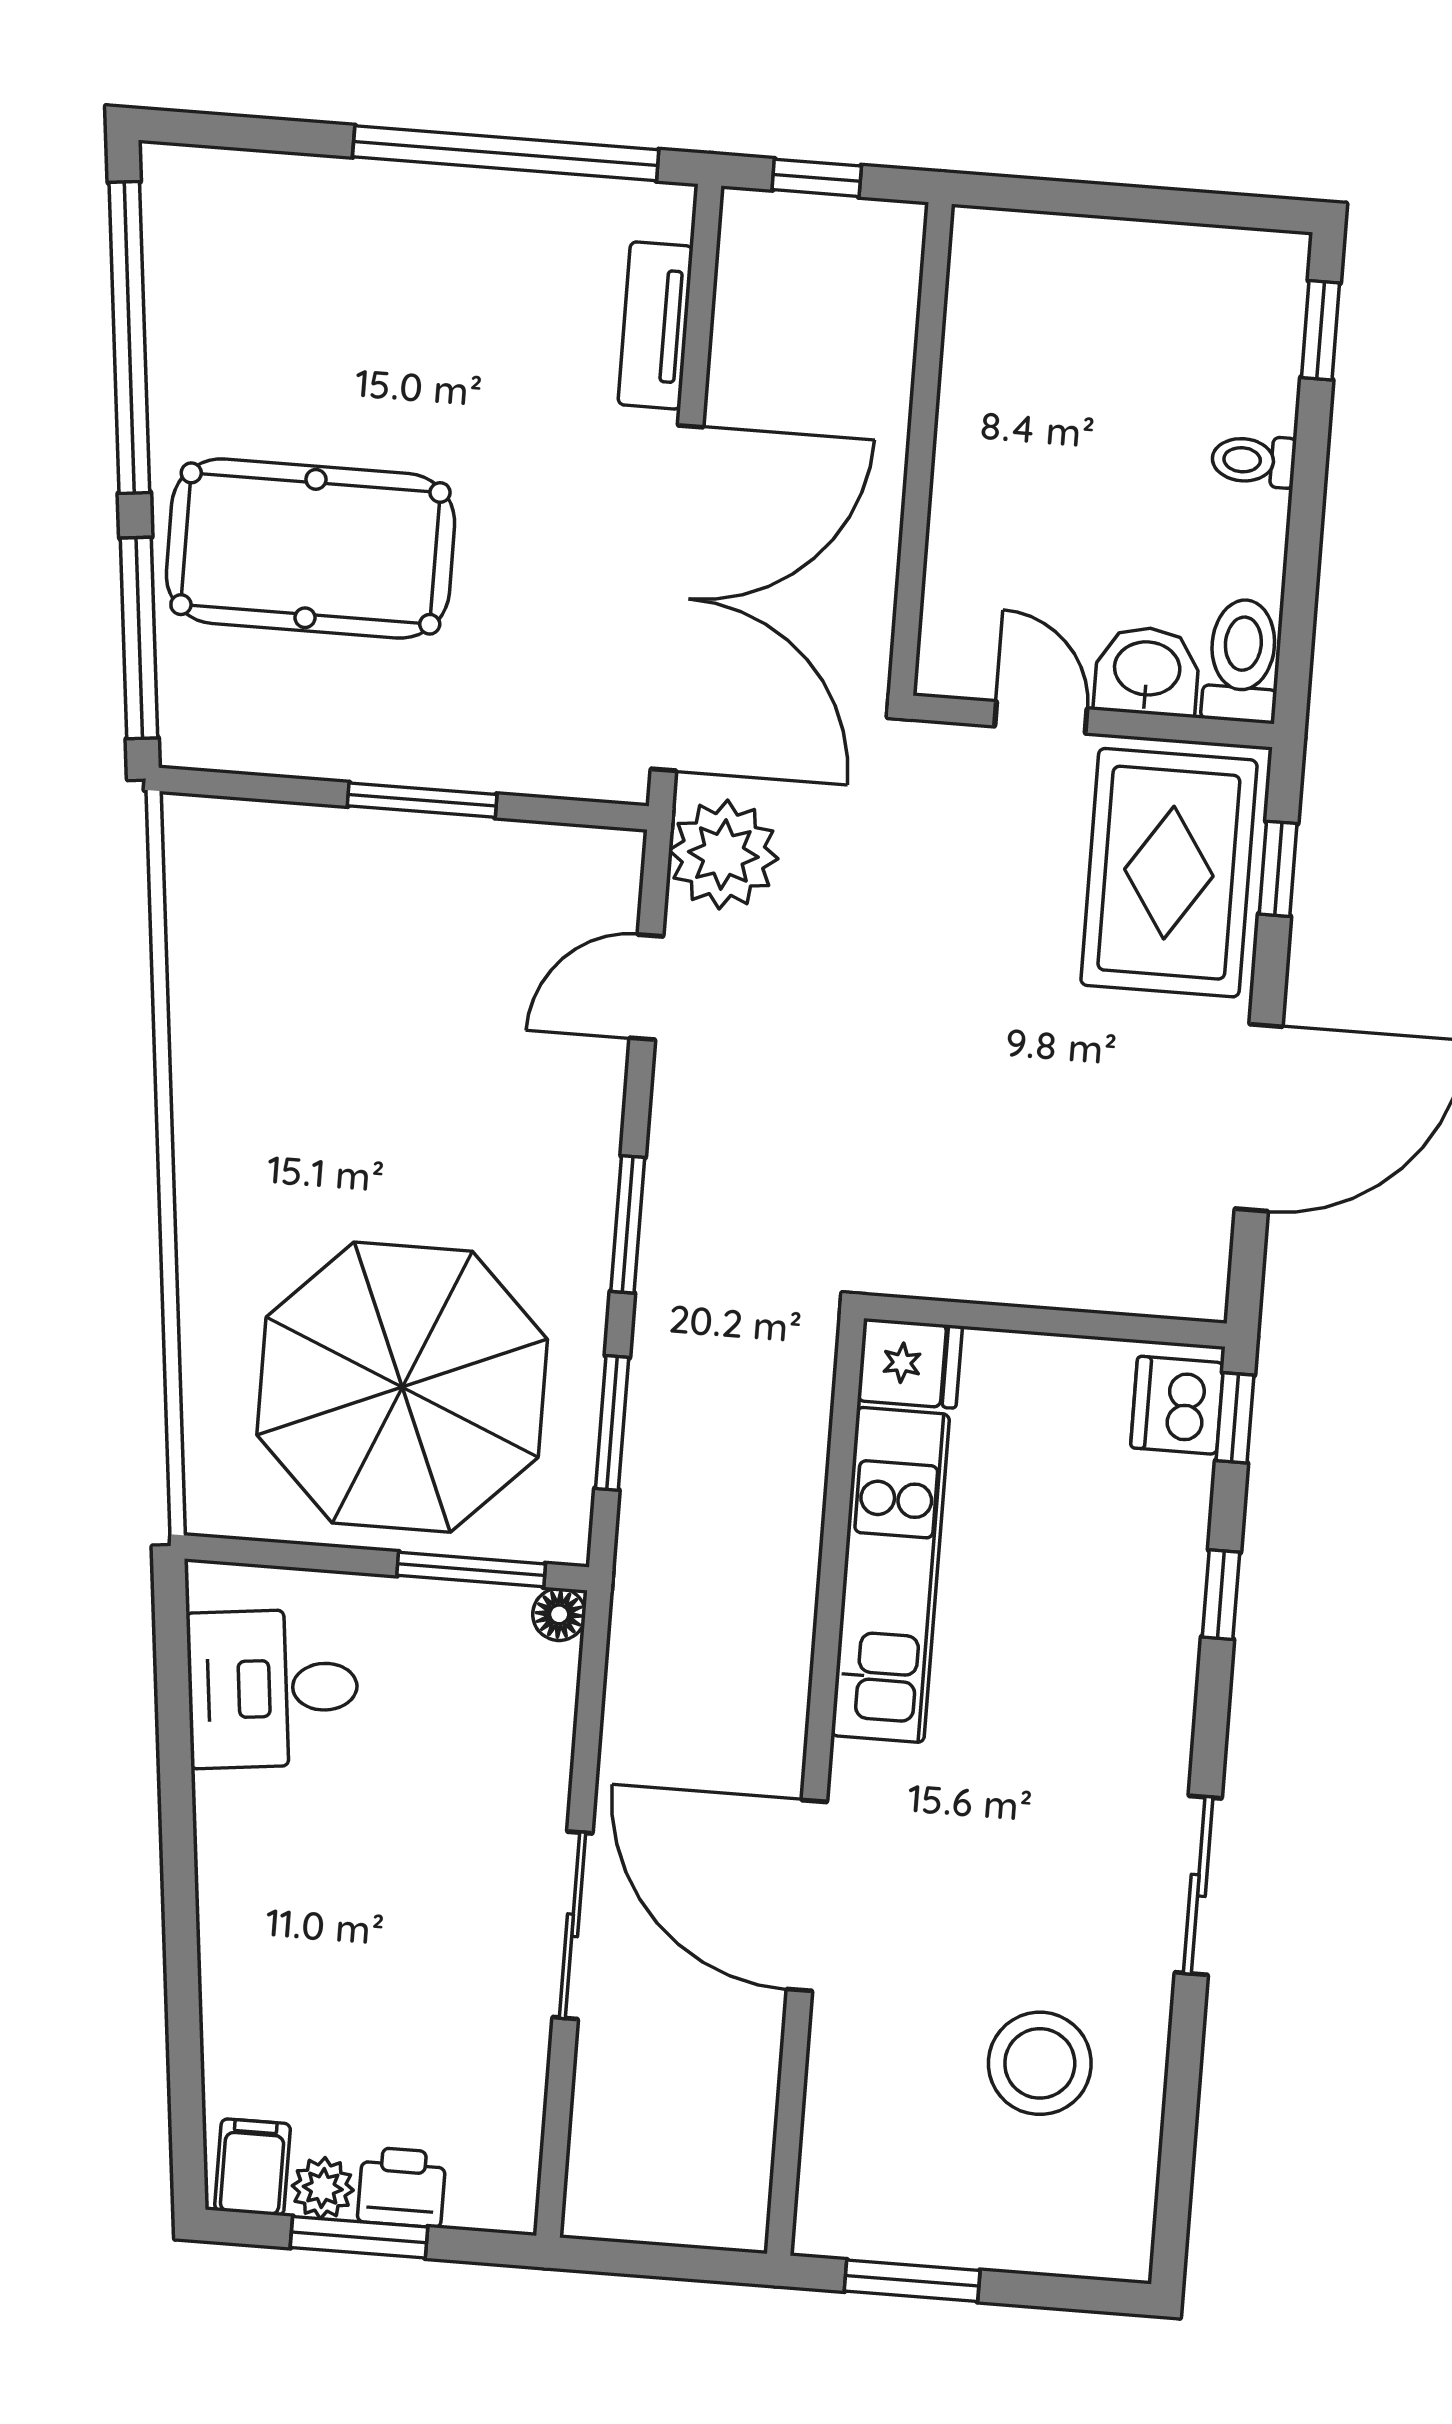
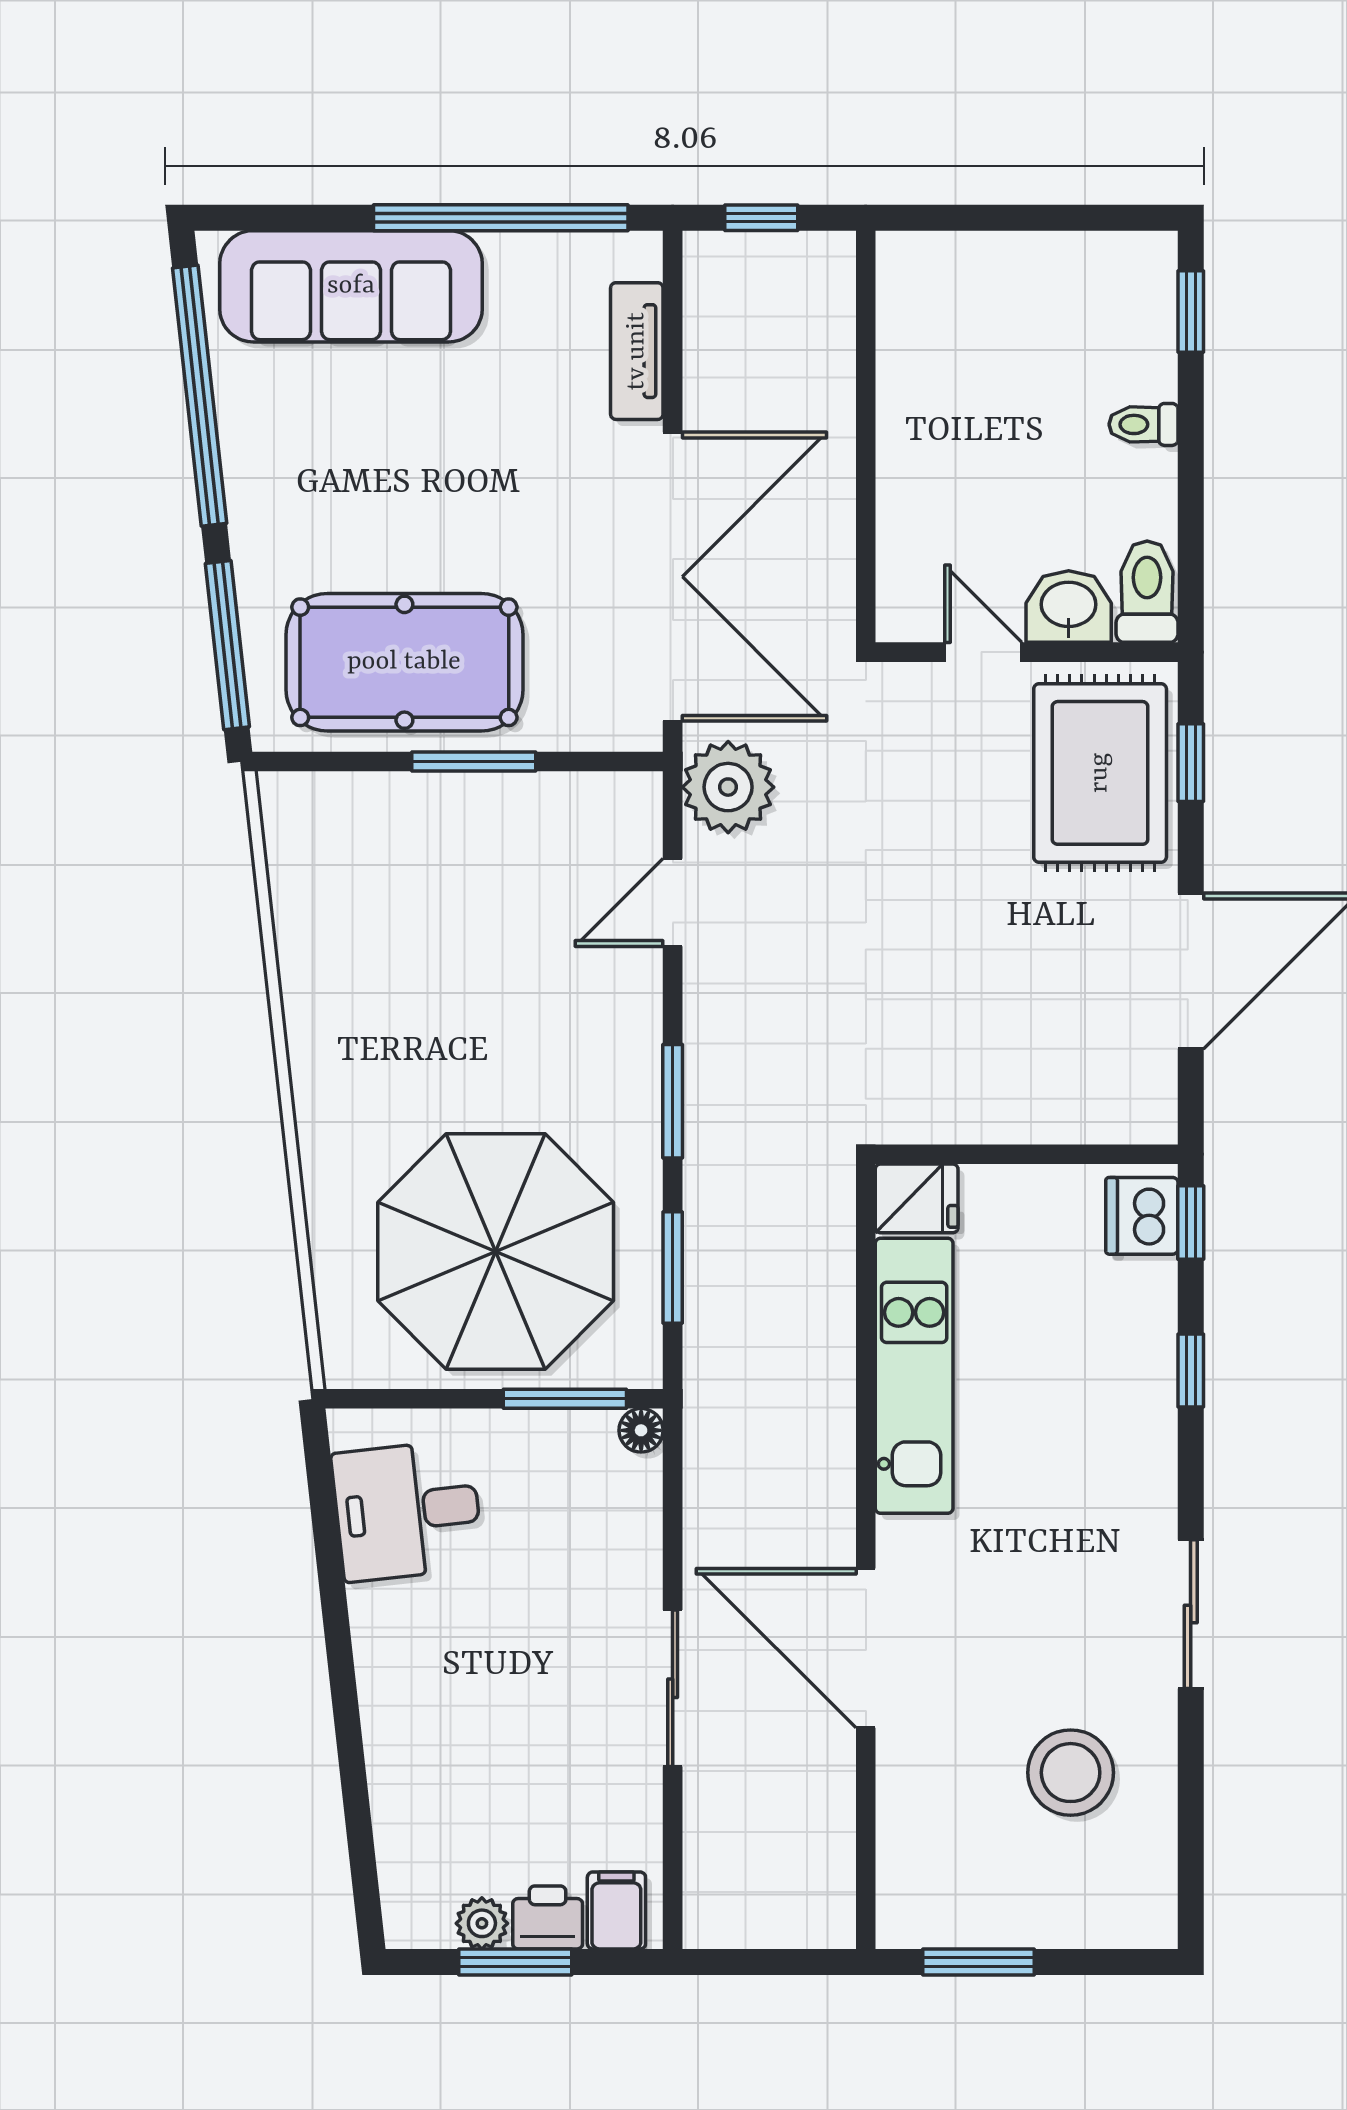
sofa: (320, 221) -> (351, 286), added
pool table: (310, 549) -> (404, 662), moved
filing cabinet: (253, 2167) -> (616, 1910), moved

